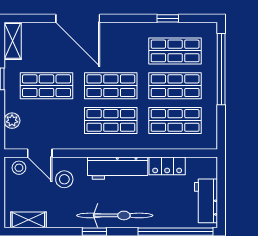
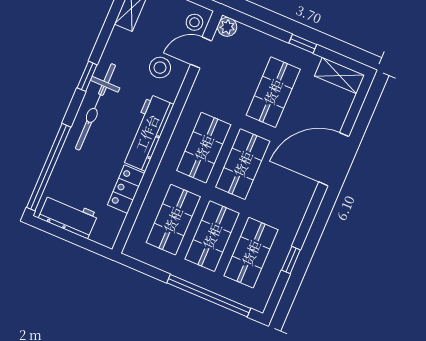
plant: (12, 121) -> (227, 27), moved

